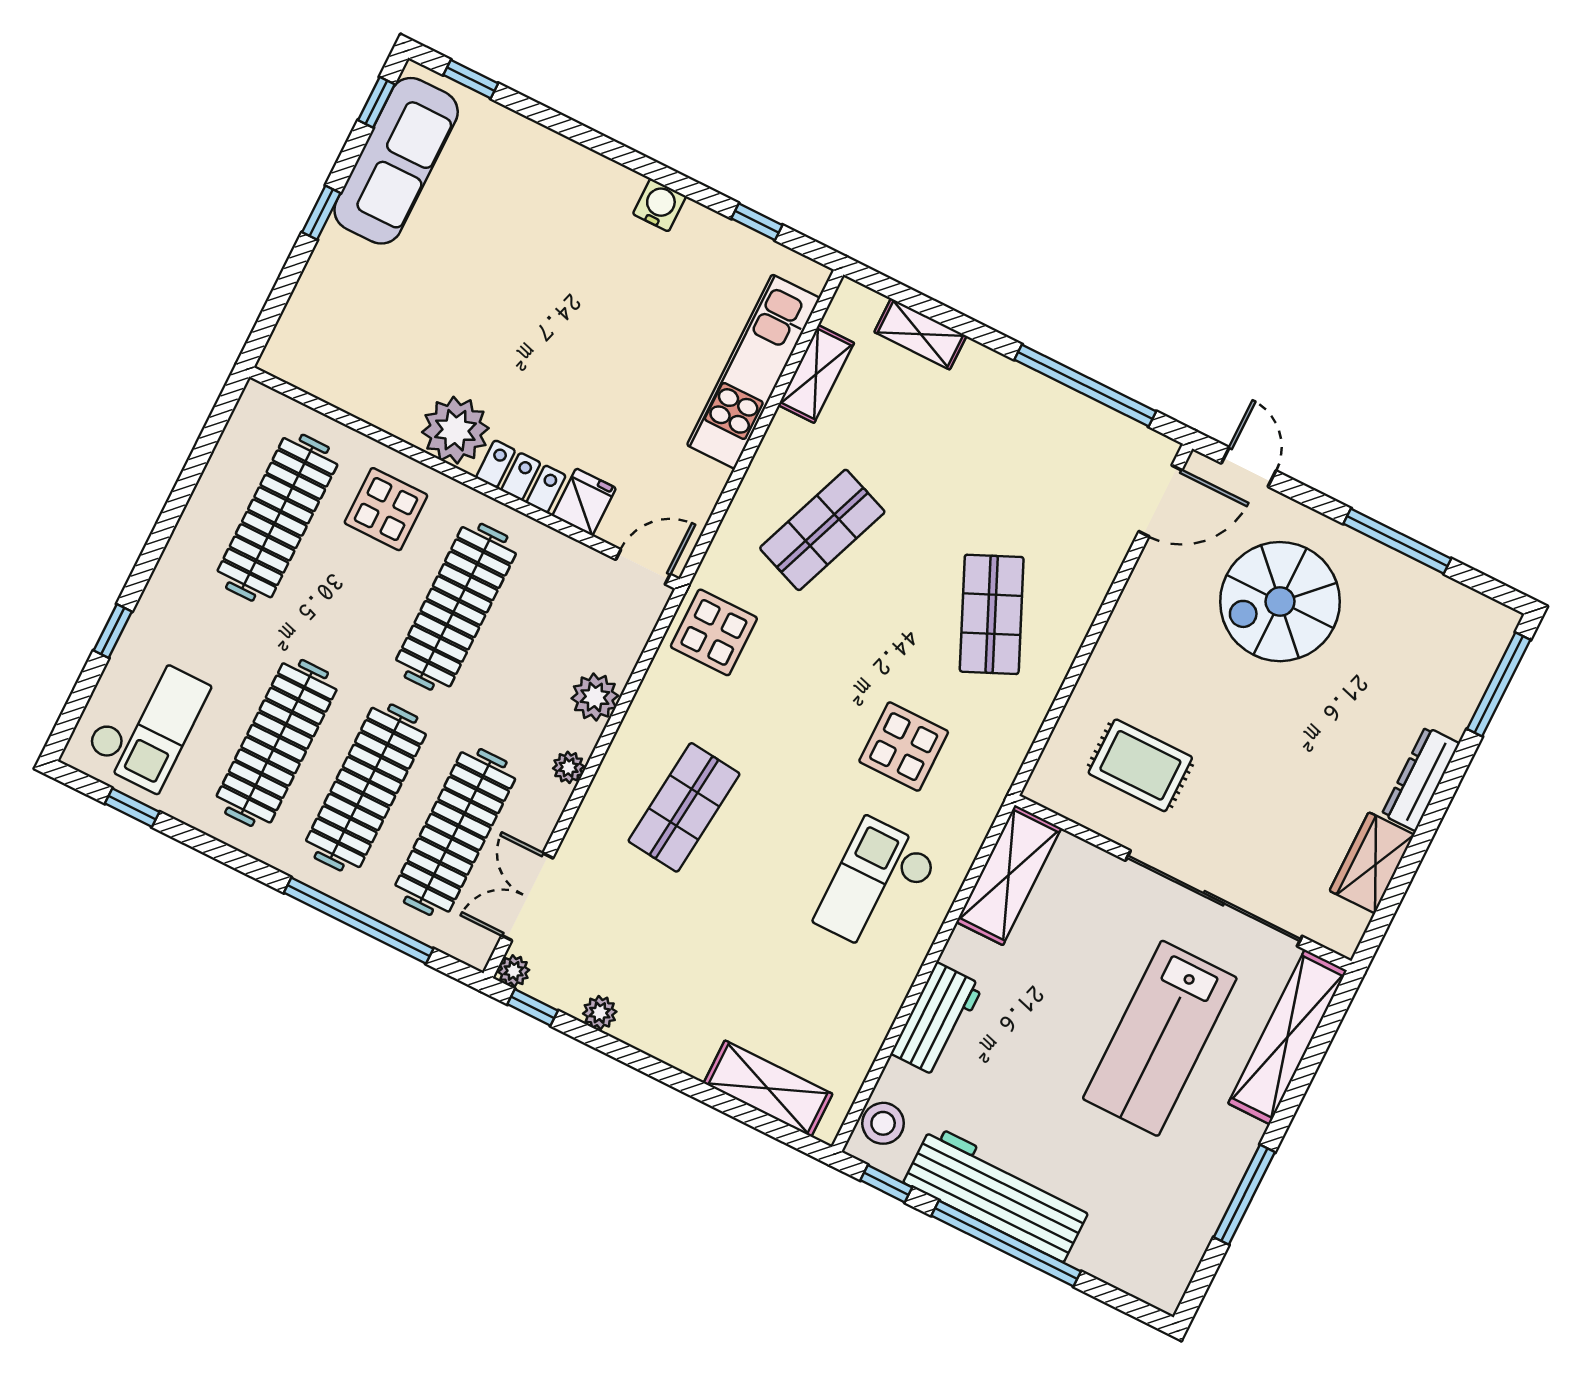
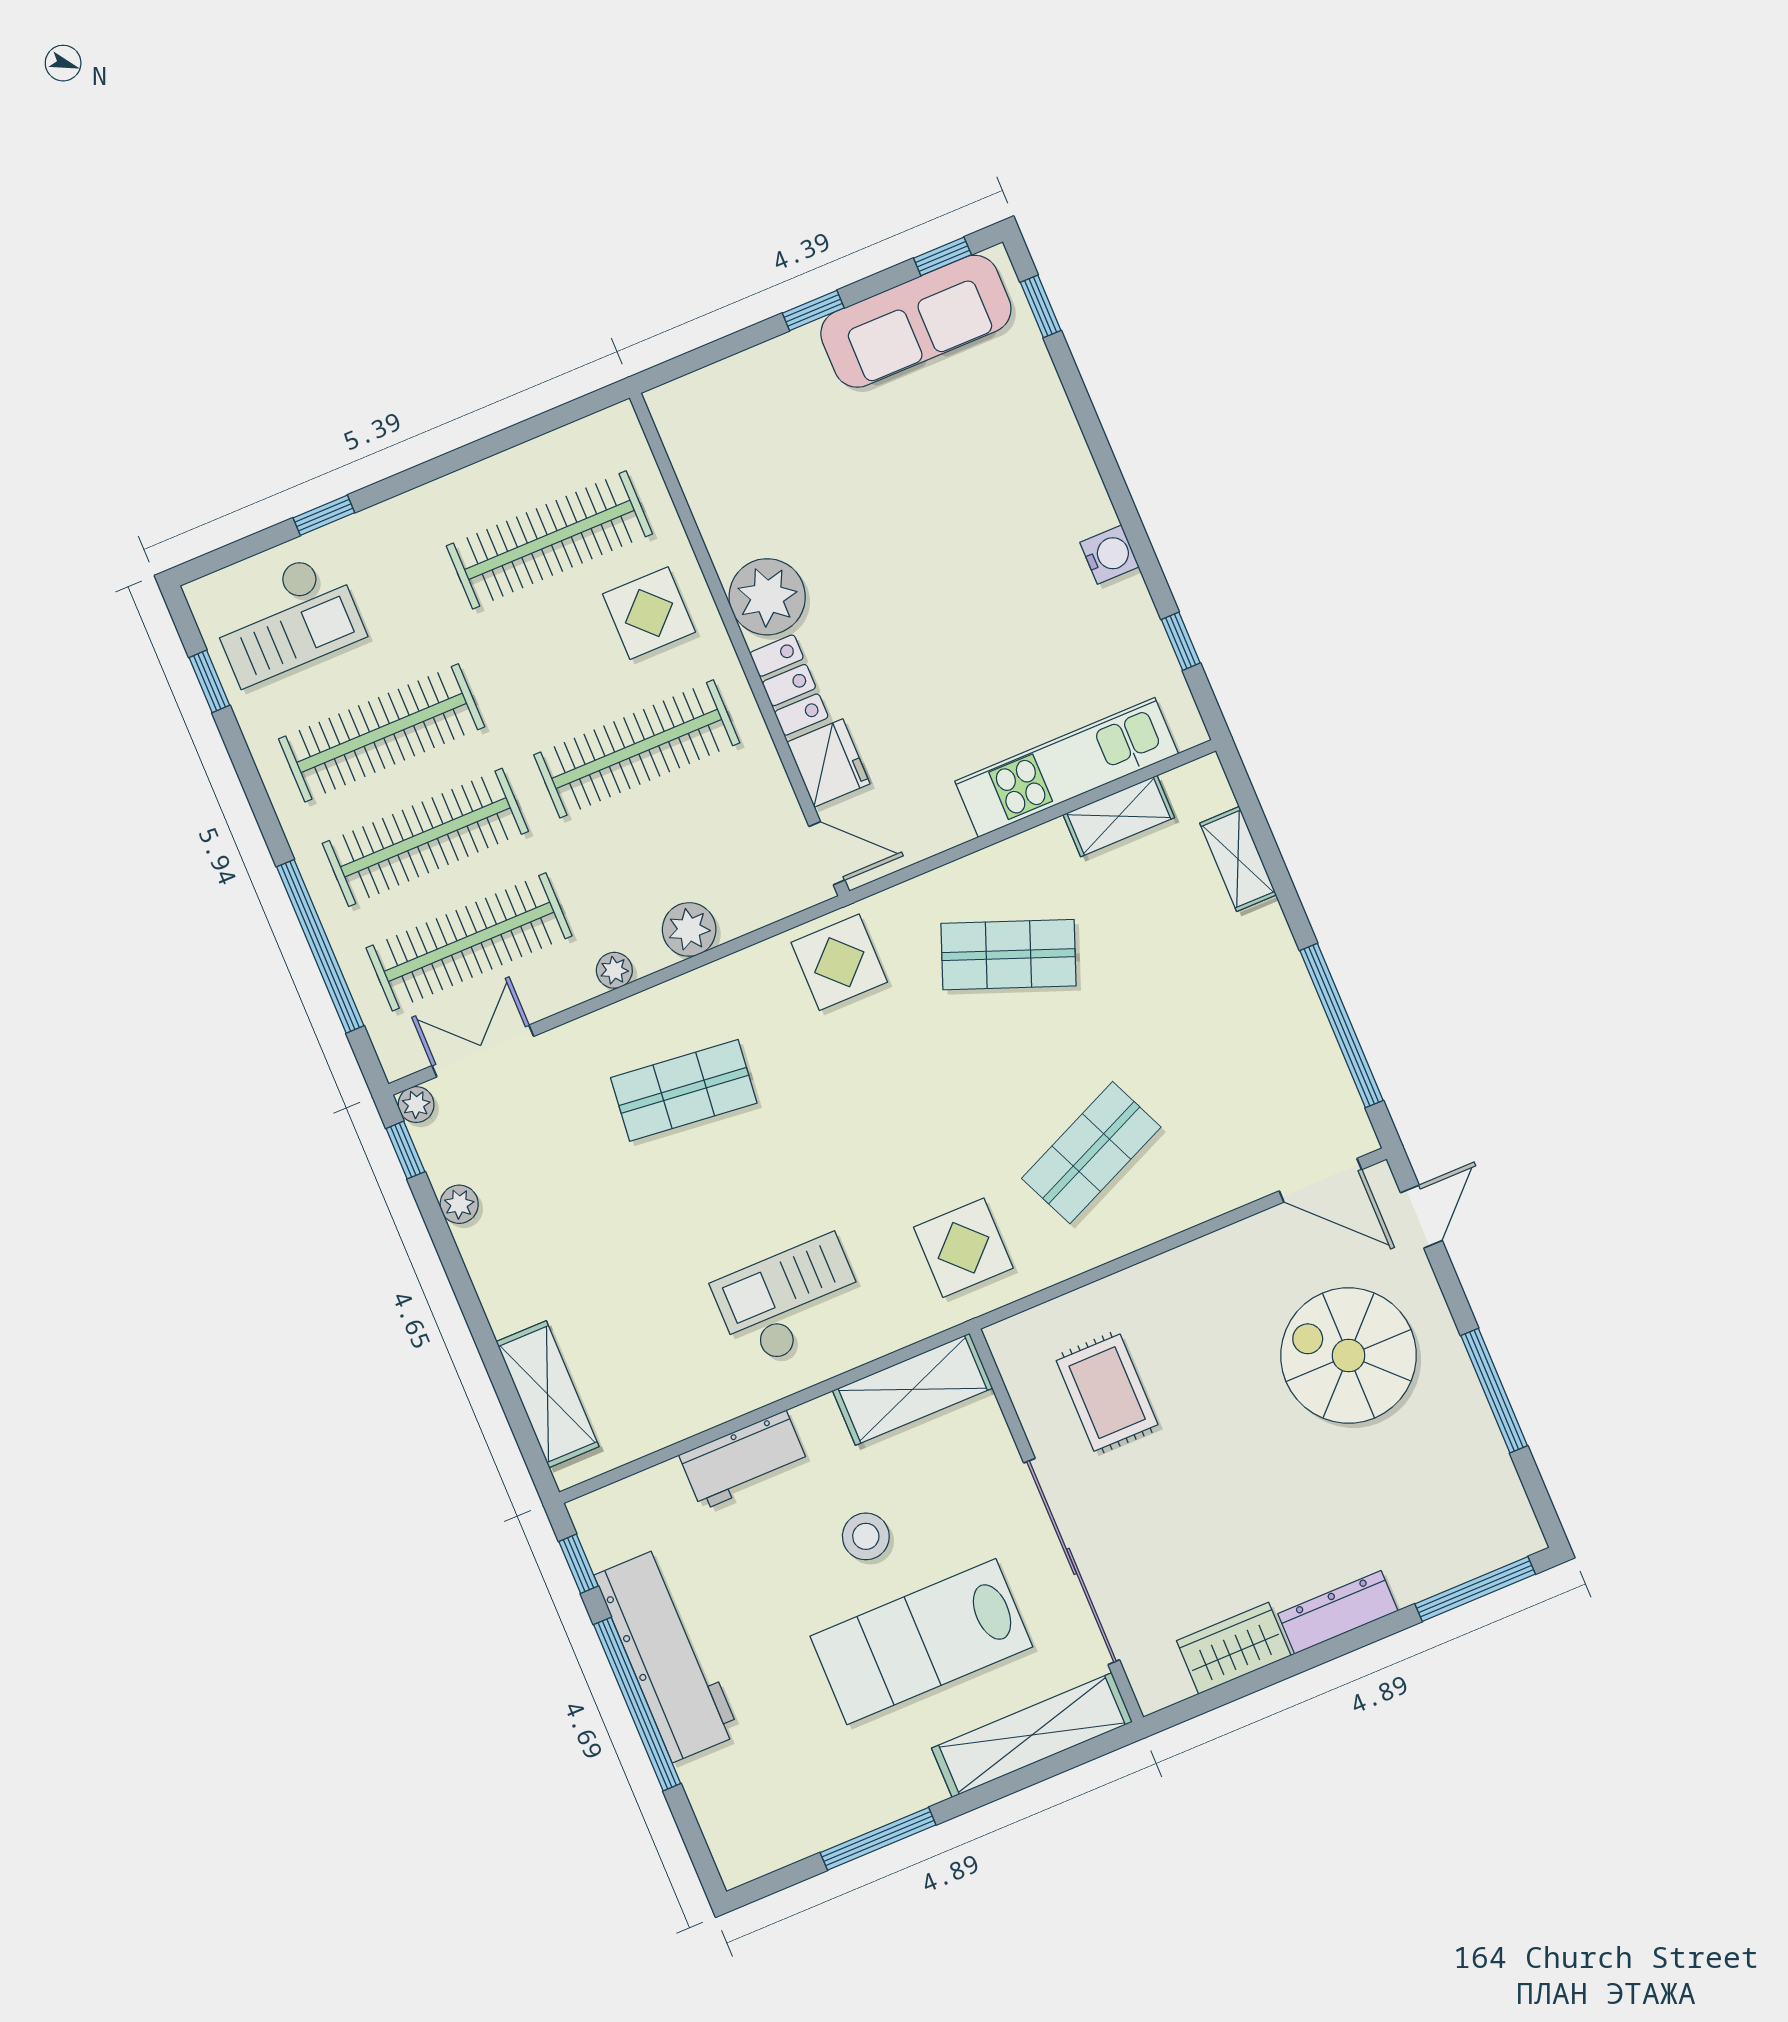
fridge: (584, 502) -> (828, 763), width x1.38
display table: (904, 747) -> (963, 1248), moved
stool: (883, 1123) -> (866, 1536), moved

